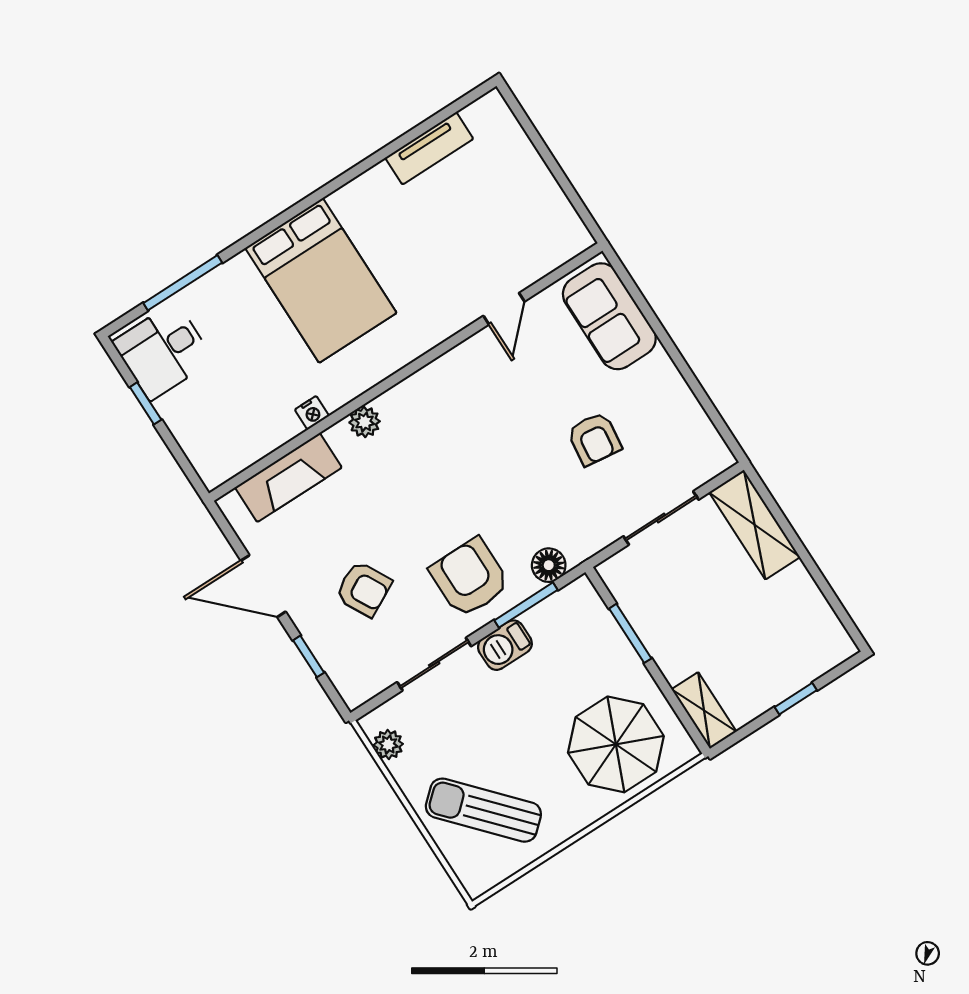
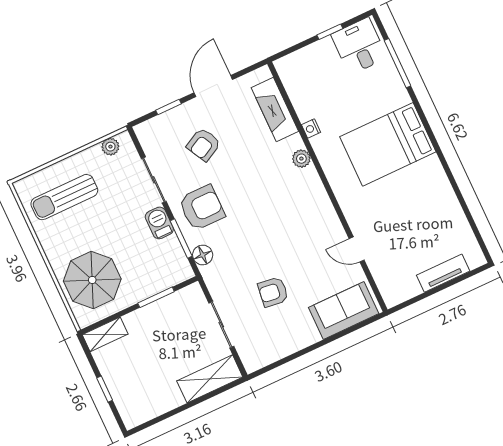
tv unit: (429, 148) -> (443, 273), moved, turned 90
sun lounger: (483, 810) -> (64, 197), turned -138

